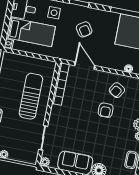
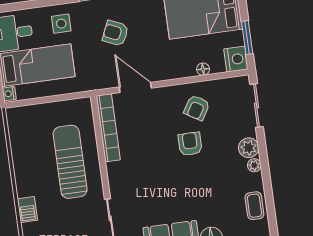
armchair: (84, 29) -> (115, 33), turned 148
armchair: (106, 110) -> (190, 144), turned 180

